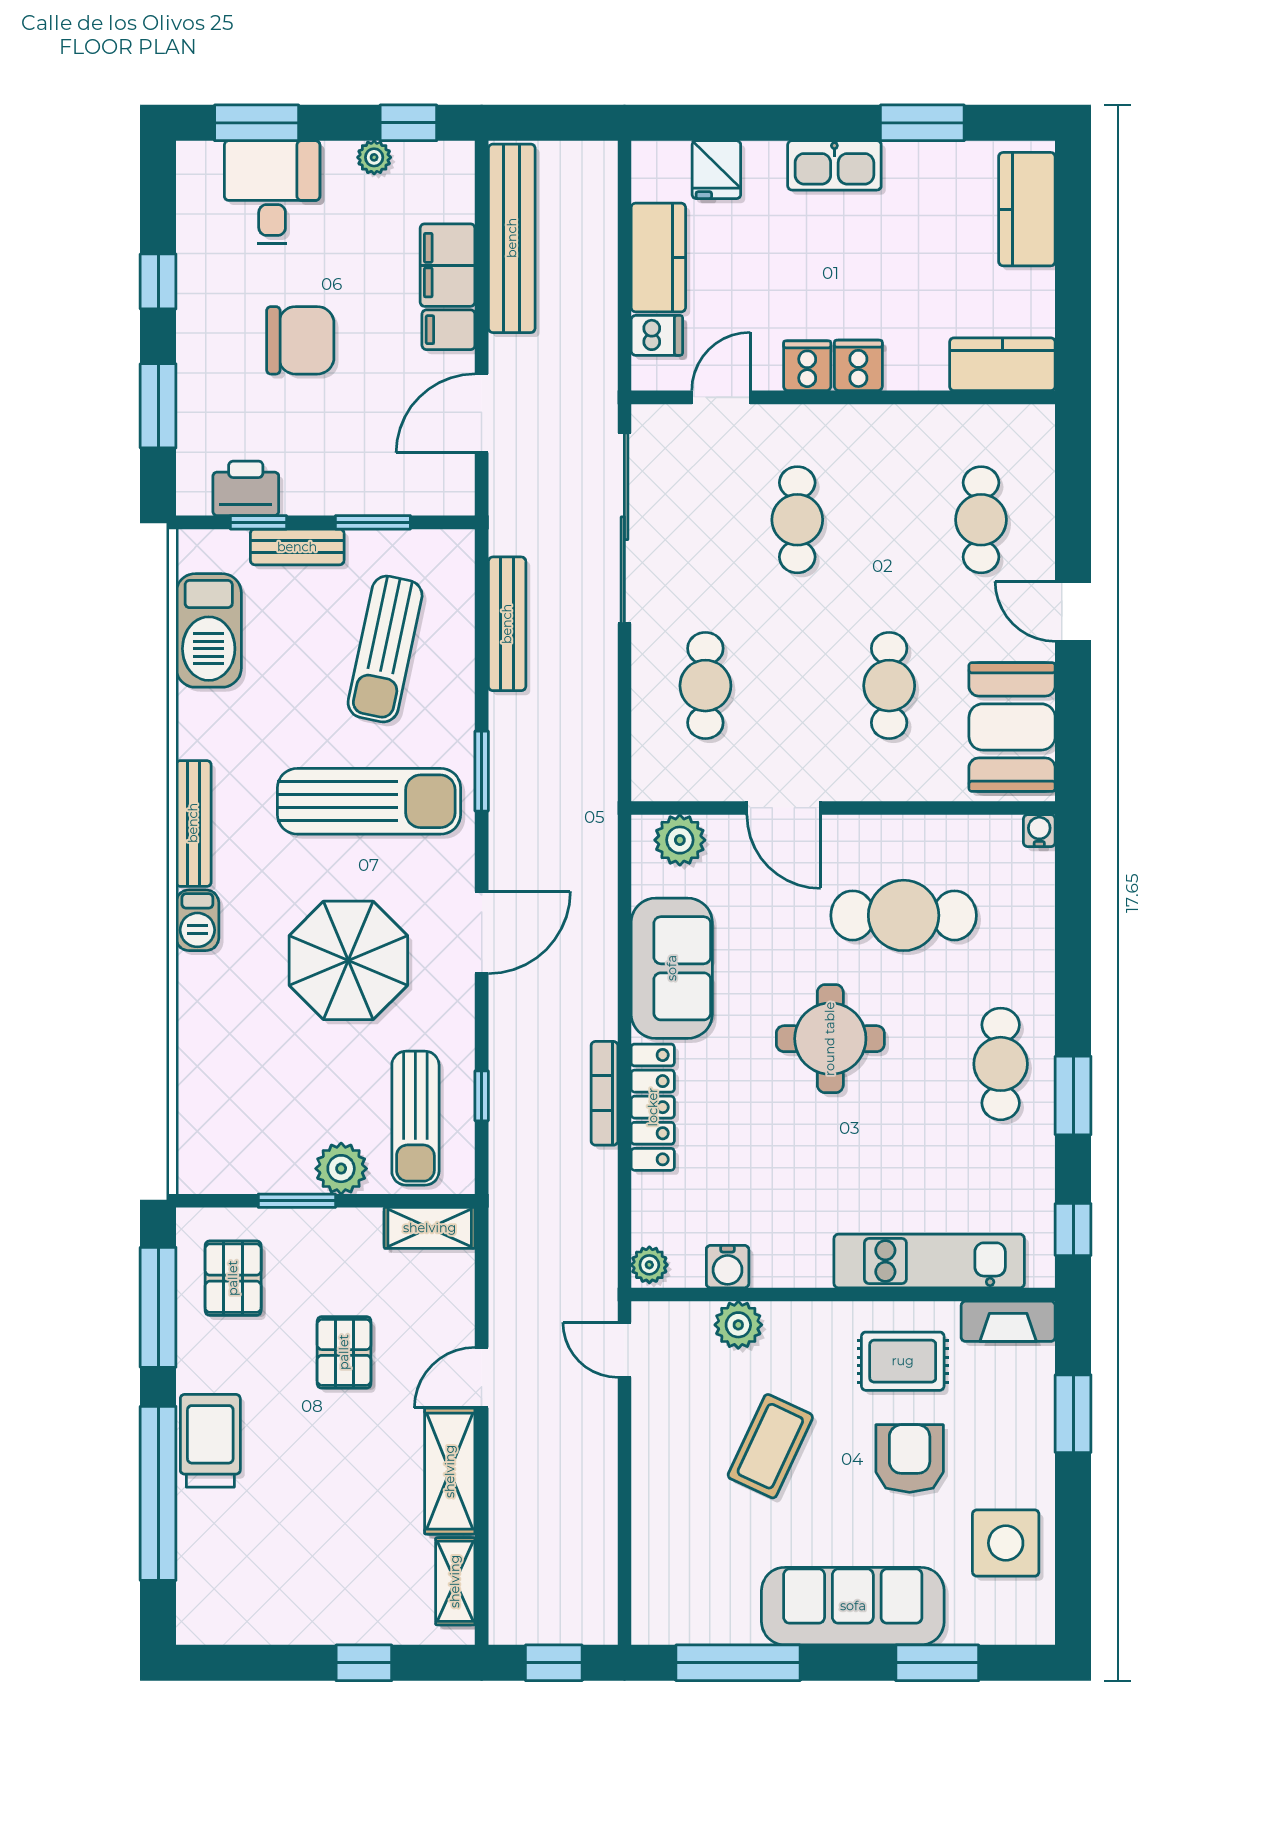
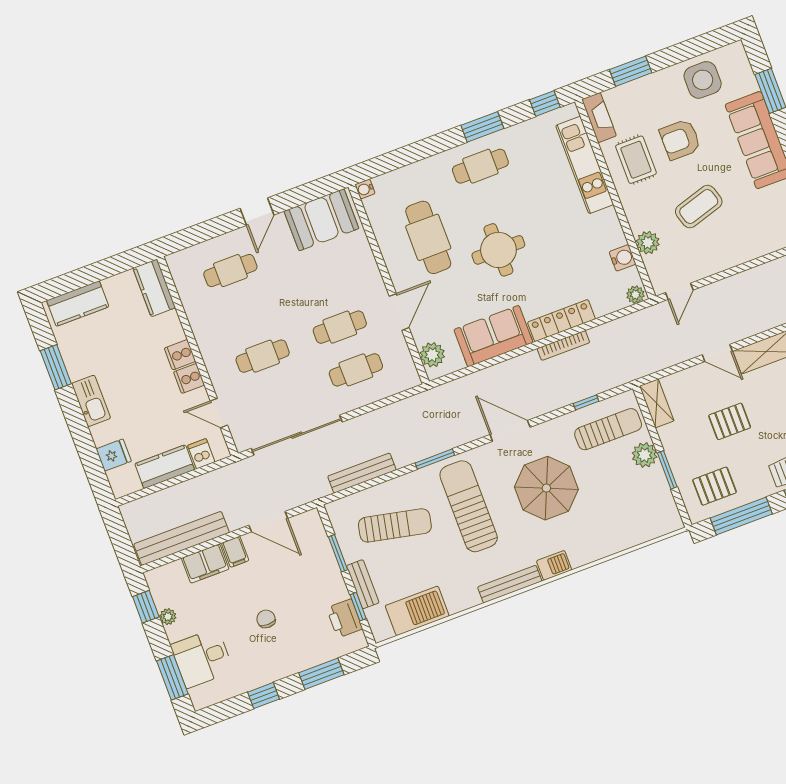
chair: (300, 340) -> (266, 619), width x0.54, depth x0.54
cafe table: (889, 686) -> (340, 327), moved
coffee table: (770, 1446) -> (699, 207), turned -42

